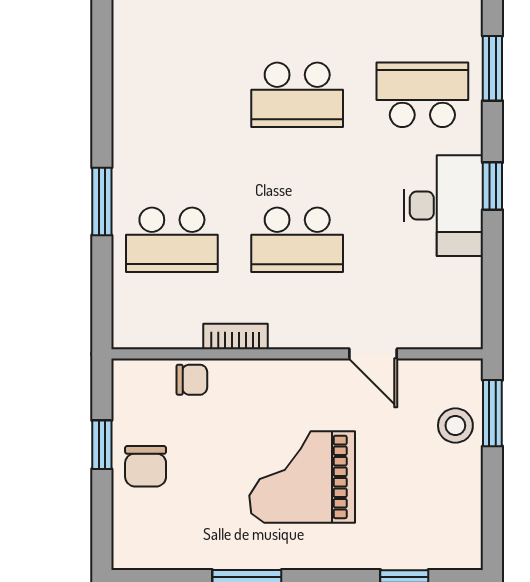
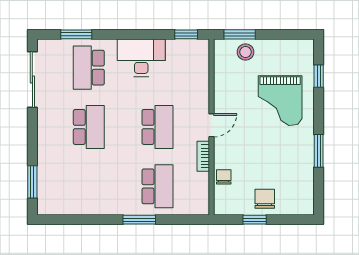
window: (492, 186) -> (186, 34), moved
door: (373, 354) -> (212, 125), moved
chair: (146, 466) -> (265, 199), turned -90
grand piano: (302, 477) -> (280, 101), moved

